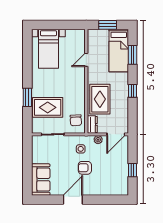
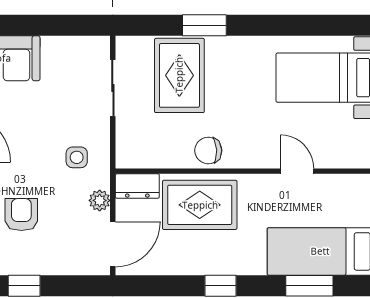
chair: (76, 120) -> (208, 150), moved
door: (116, 134) -> (113, 244), swing flipped
armchair: (85, 168) -> (21, 215), moved

